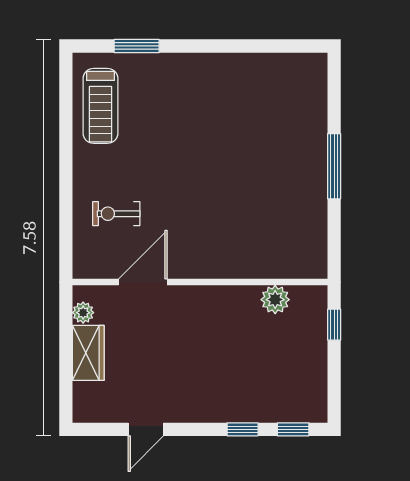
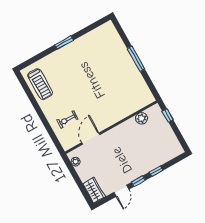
window: (137, 46) -> (64, 43), moved
wardrobe: (88, 353) -> (94, 190), moved
window: (293, 429) -> (138, 181), moved

